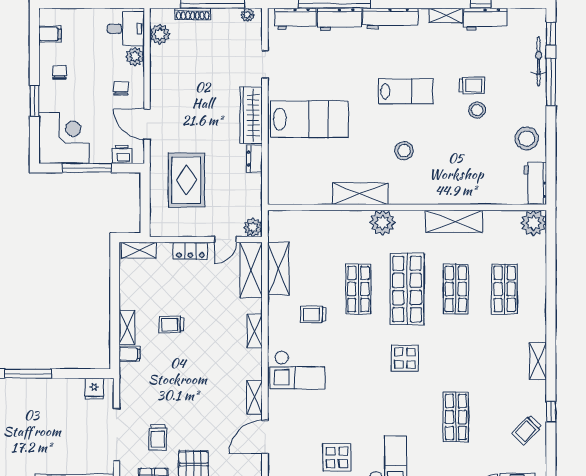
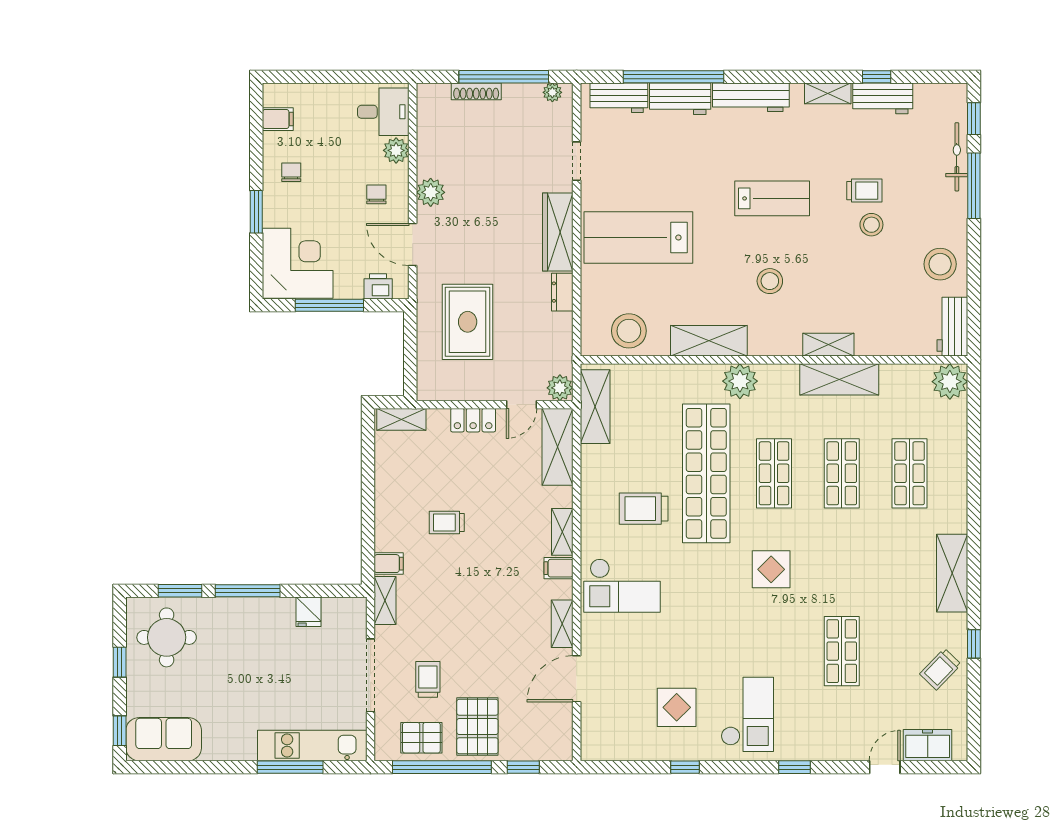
plant: (160, 34) -> (431, 192), moved
lab bench: (309, 119) -> (638, 238), turned 180
stool: (303, 186) -> (629, 331), added
shelving: (446, 196) -> (828, 345), added
shelving: (278, 269) -> (595, 407), moved
shop shelf: (358, 289) -> (706, 473), width x2.00, depth x1.36
shop shelf: (407, 289) -> (774, 473), width x0.70, depth x0.74
trolley: (313, 314) -> (644, 509), width x1.36, depth x1.39
shelving: (127, 327) -> (385, 600), moved
filing cabinet: (252, 357) -> (559, 568), added
shelving: (538, 361) -> (952, 573), width x1.50, depth x1.33
fridge: (94, 389) -> (309, 612), moved
trolley: (158, 437) -> (428, 679), turned 180

